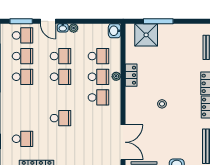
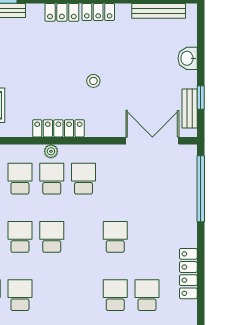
locker: (131, 75) -> (58, 128), width x1.53
school desk: (23, 77) -> (115, 295), moved

